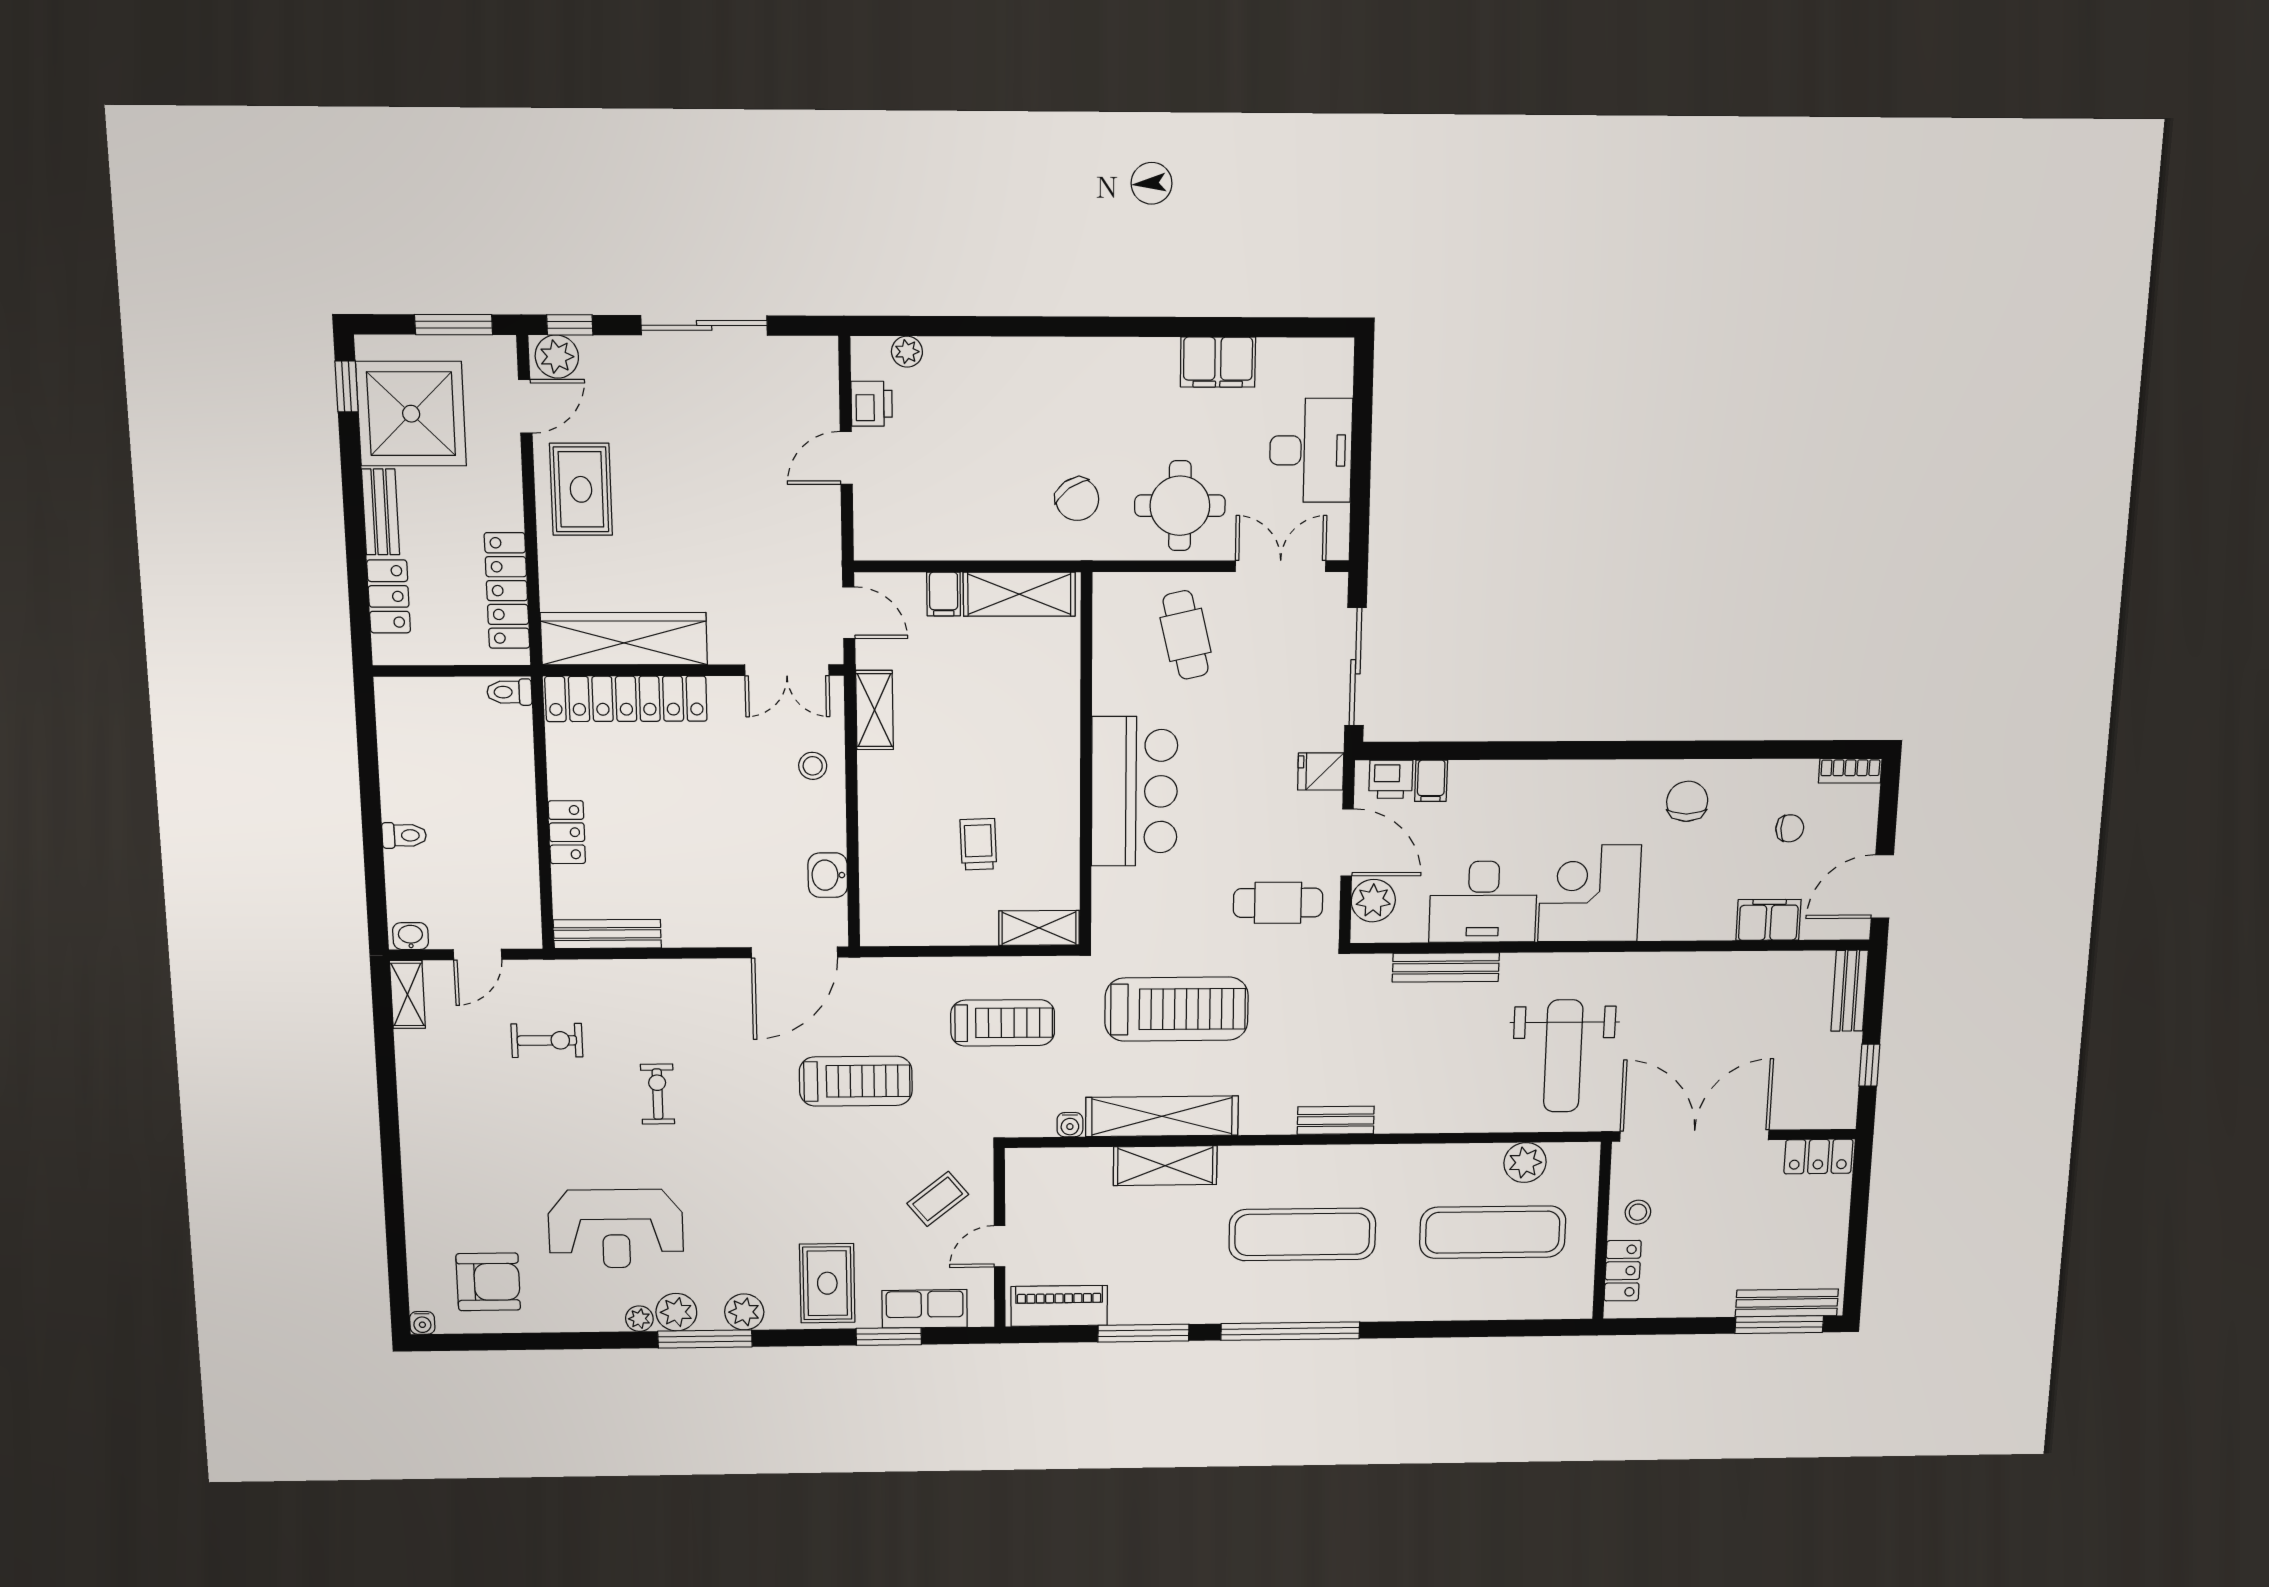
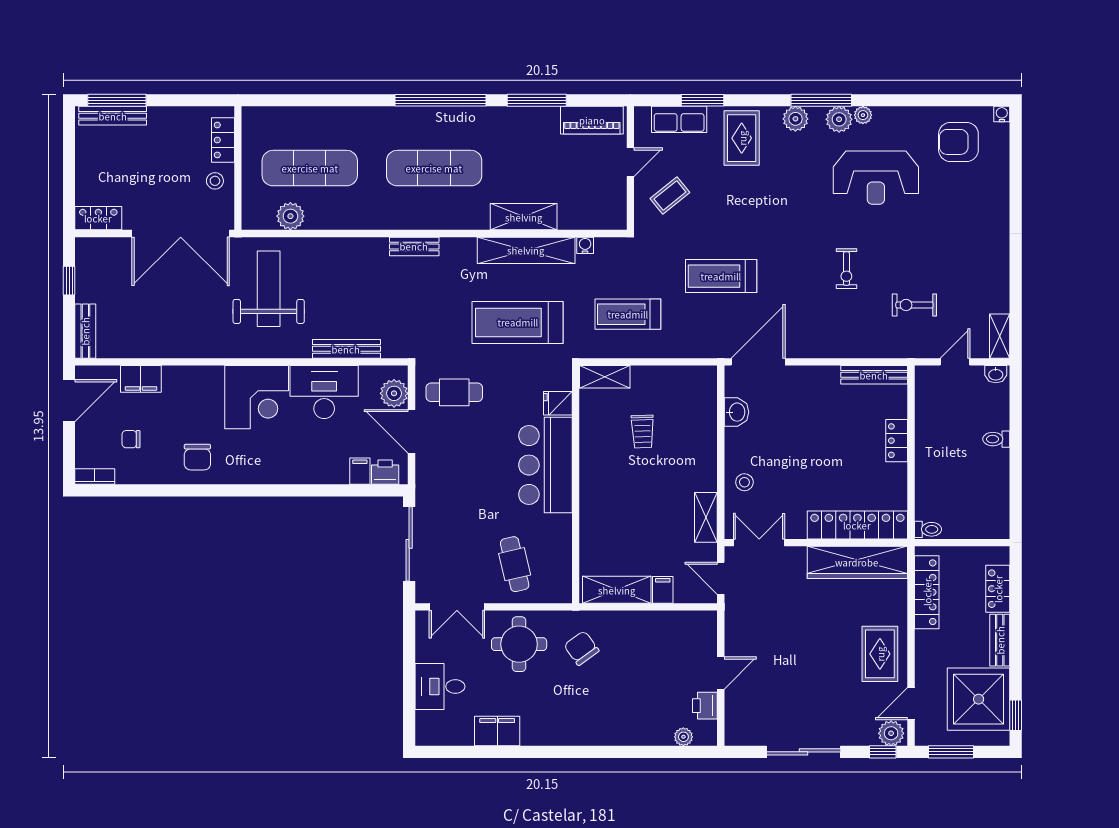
desk: (1311, 450) -> (440, 686), width x0.73
fridge: (1321, 771) -> (558, 403), moved, turned 180
reception desk: (616, 1229) -> (876, 178), turned 180

